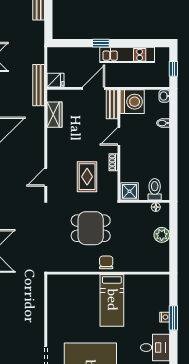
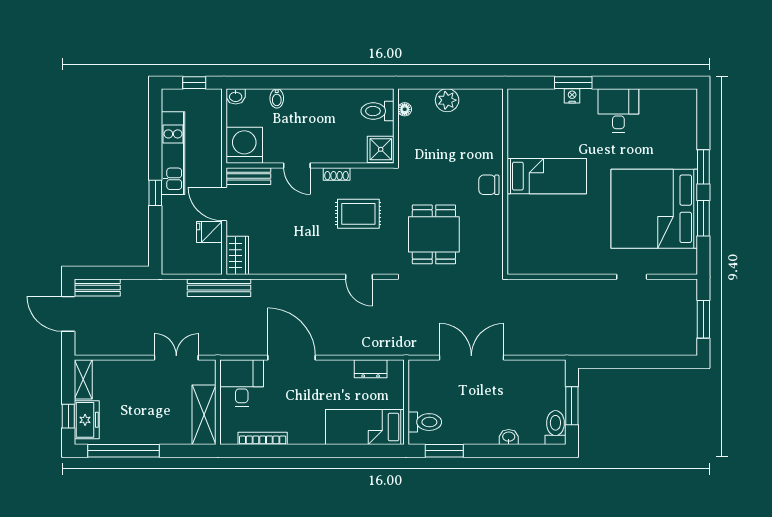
fridge: (55, 80) -> (209, 232), moved, turned -90
wardrobe: (54, 115) -> (237, 255), moved, turned 90
dining table: (91, 228) -> (434, 234), moved

